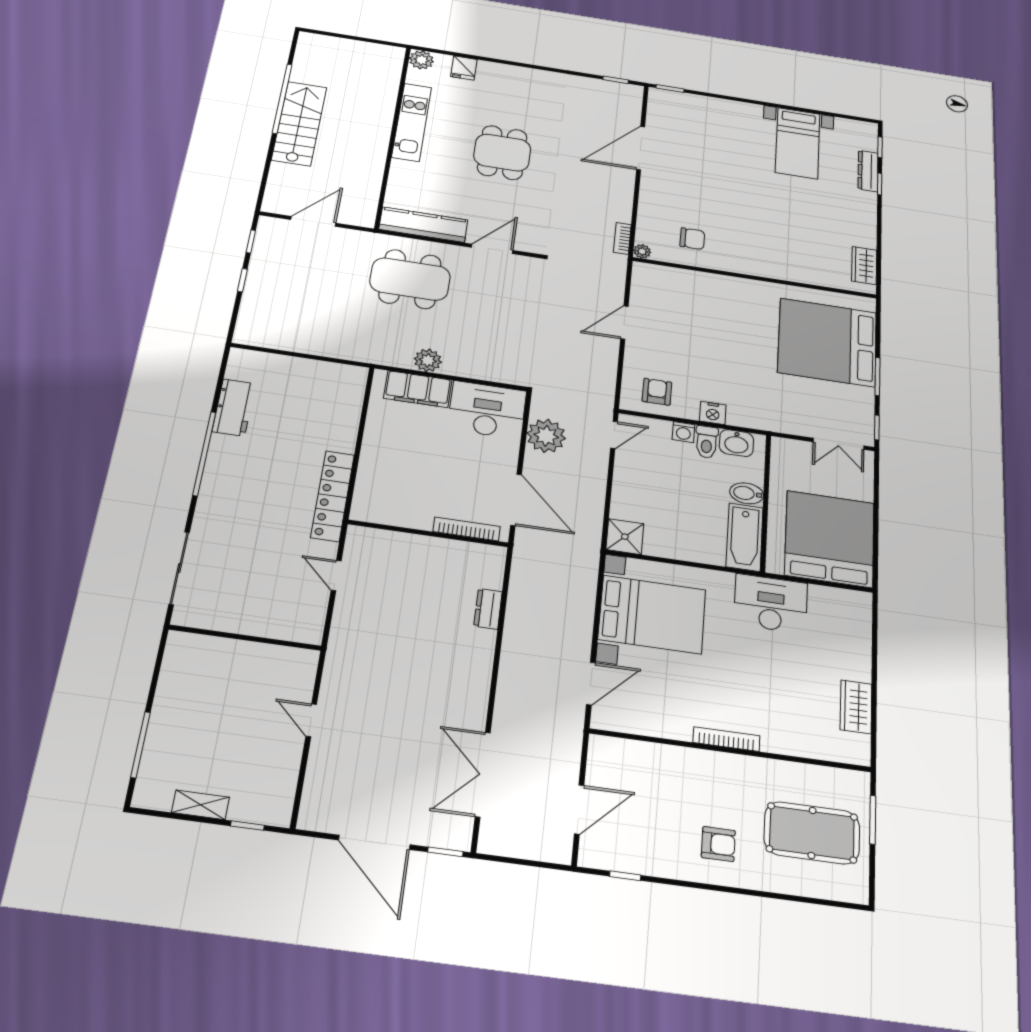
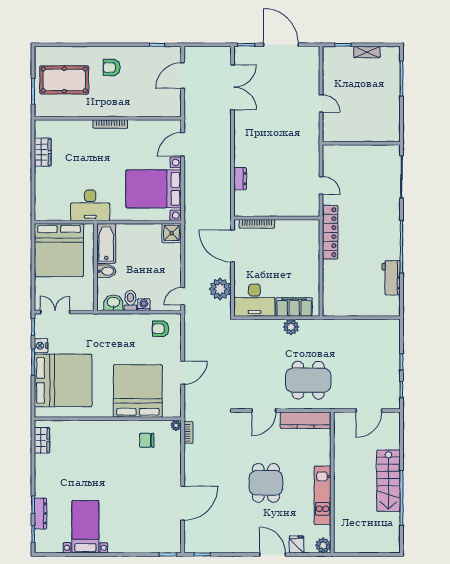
door: (504, 62) -> (273, 554), added
bed: (703, 308) -> (138, 391), added
armchair: (657, 392) -> (161, 329), turned 90
nightstand: (713, 413) -> (41, 346), moved, turned -90

